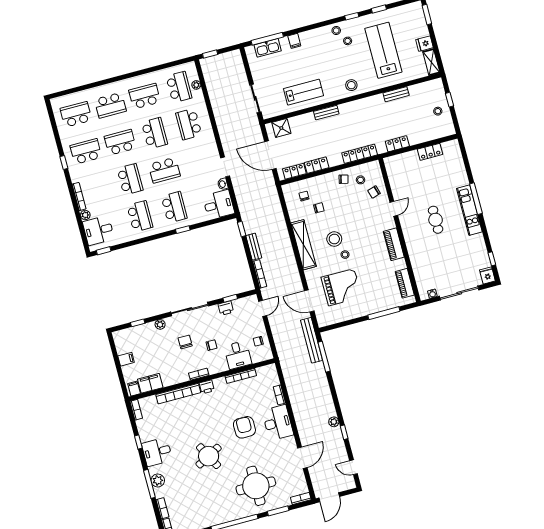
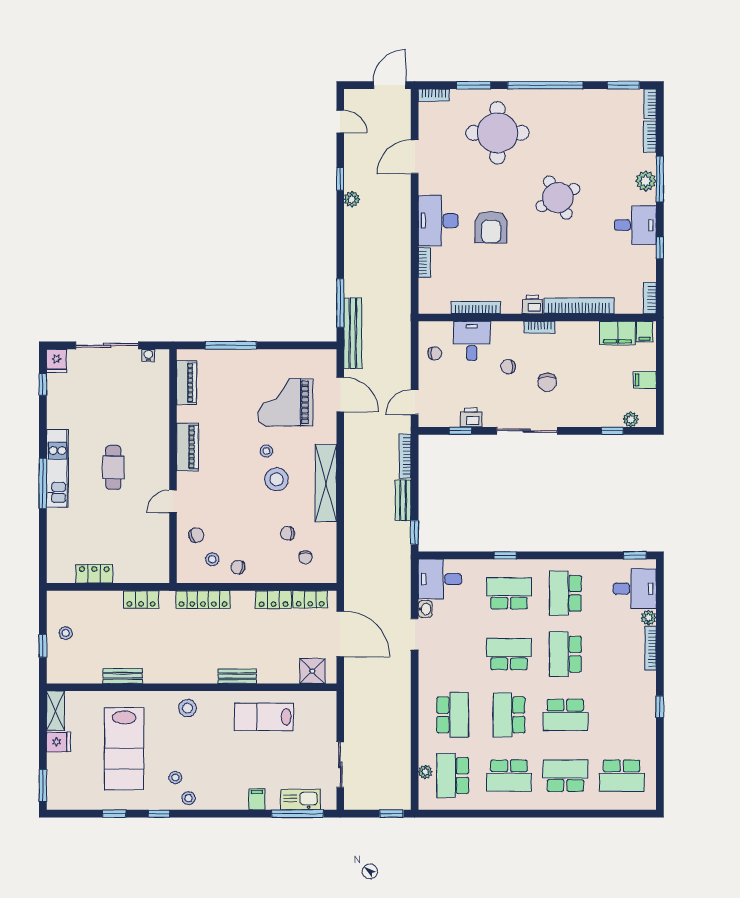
sliding door: (255, 98) -> (340, 765), moved
school desk: (86, 151) -> (622, 715), removed
school desk: (174, 207) -> (509, 593), turned 90
plant: (160, 324) -> (631, 419), moved

